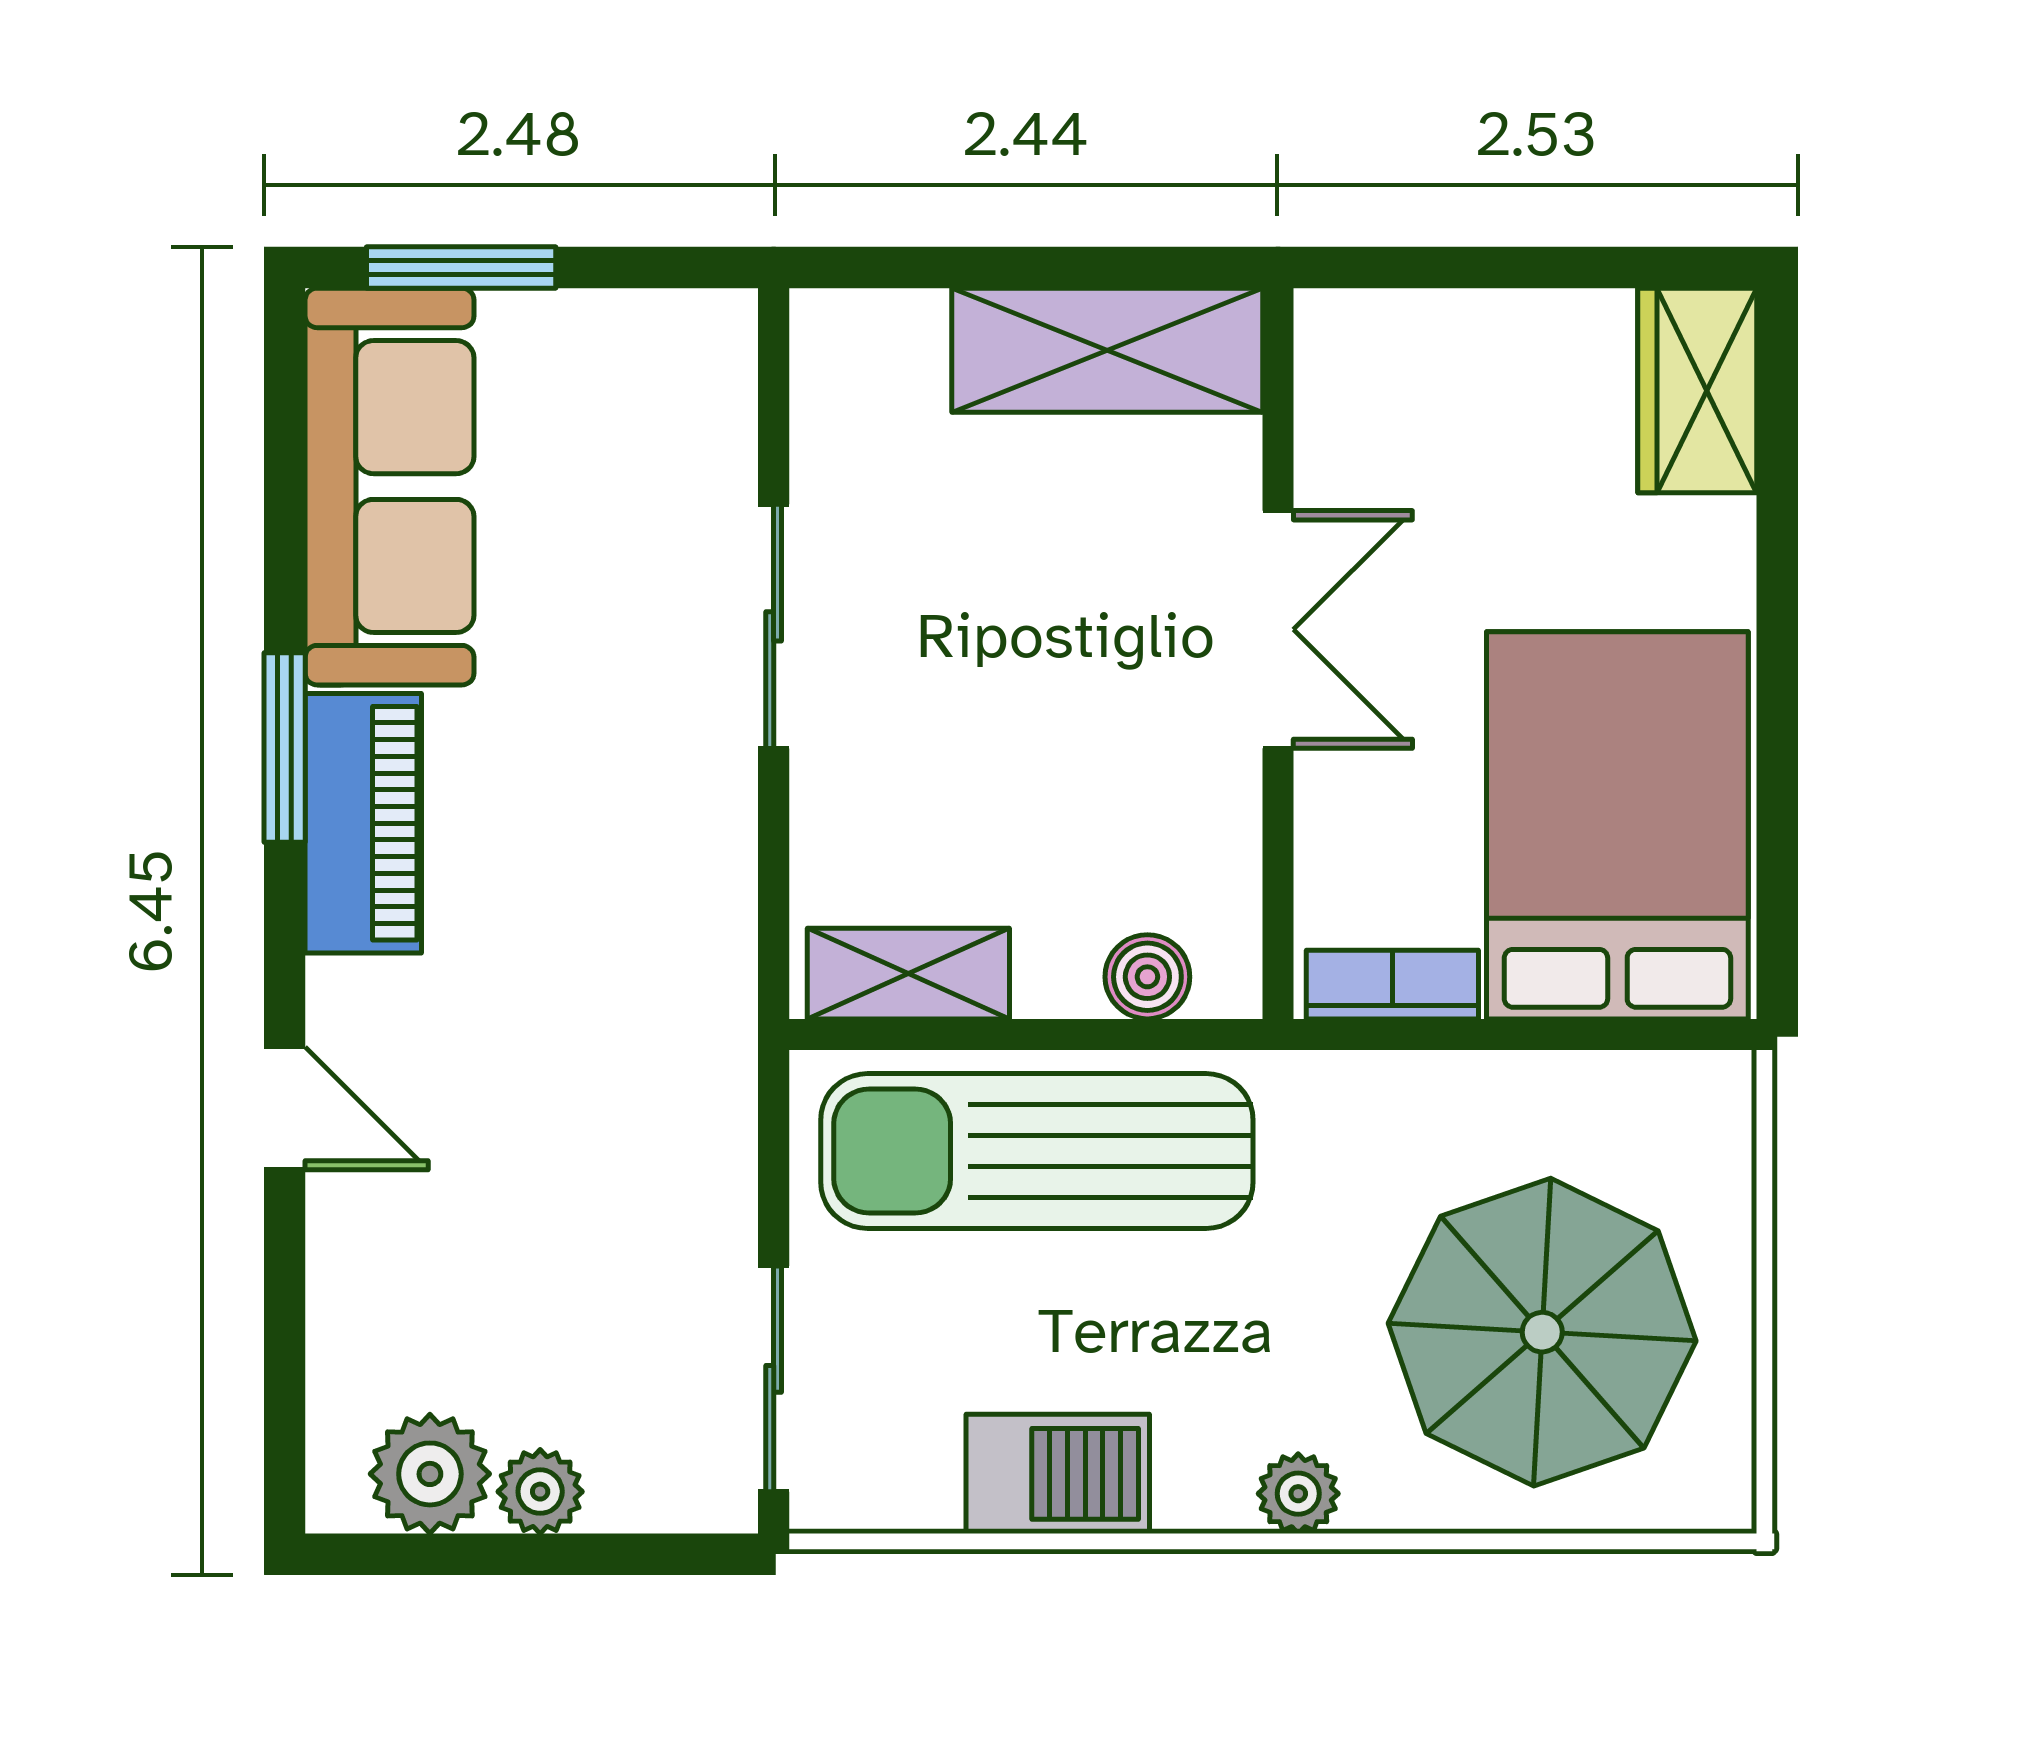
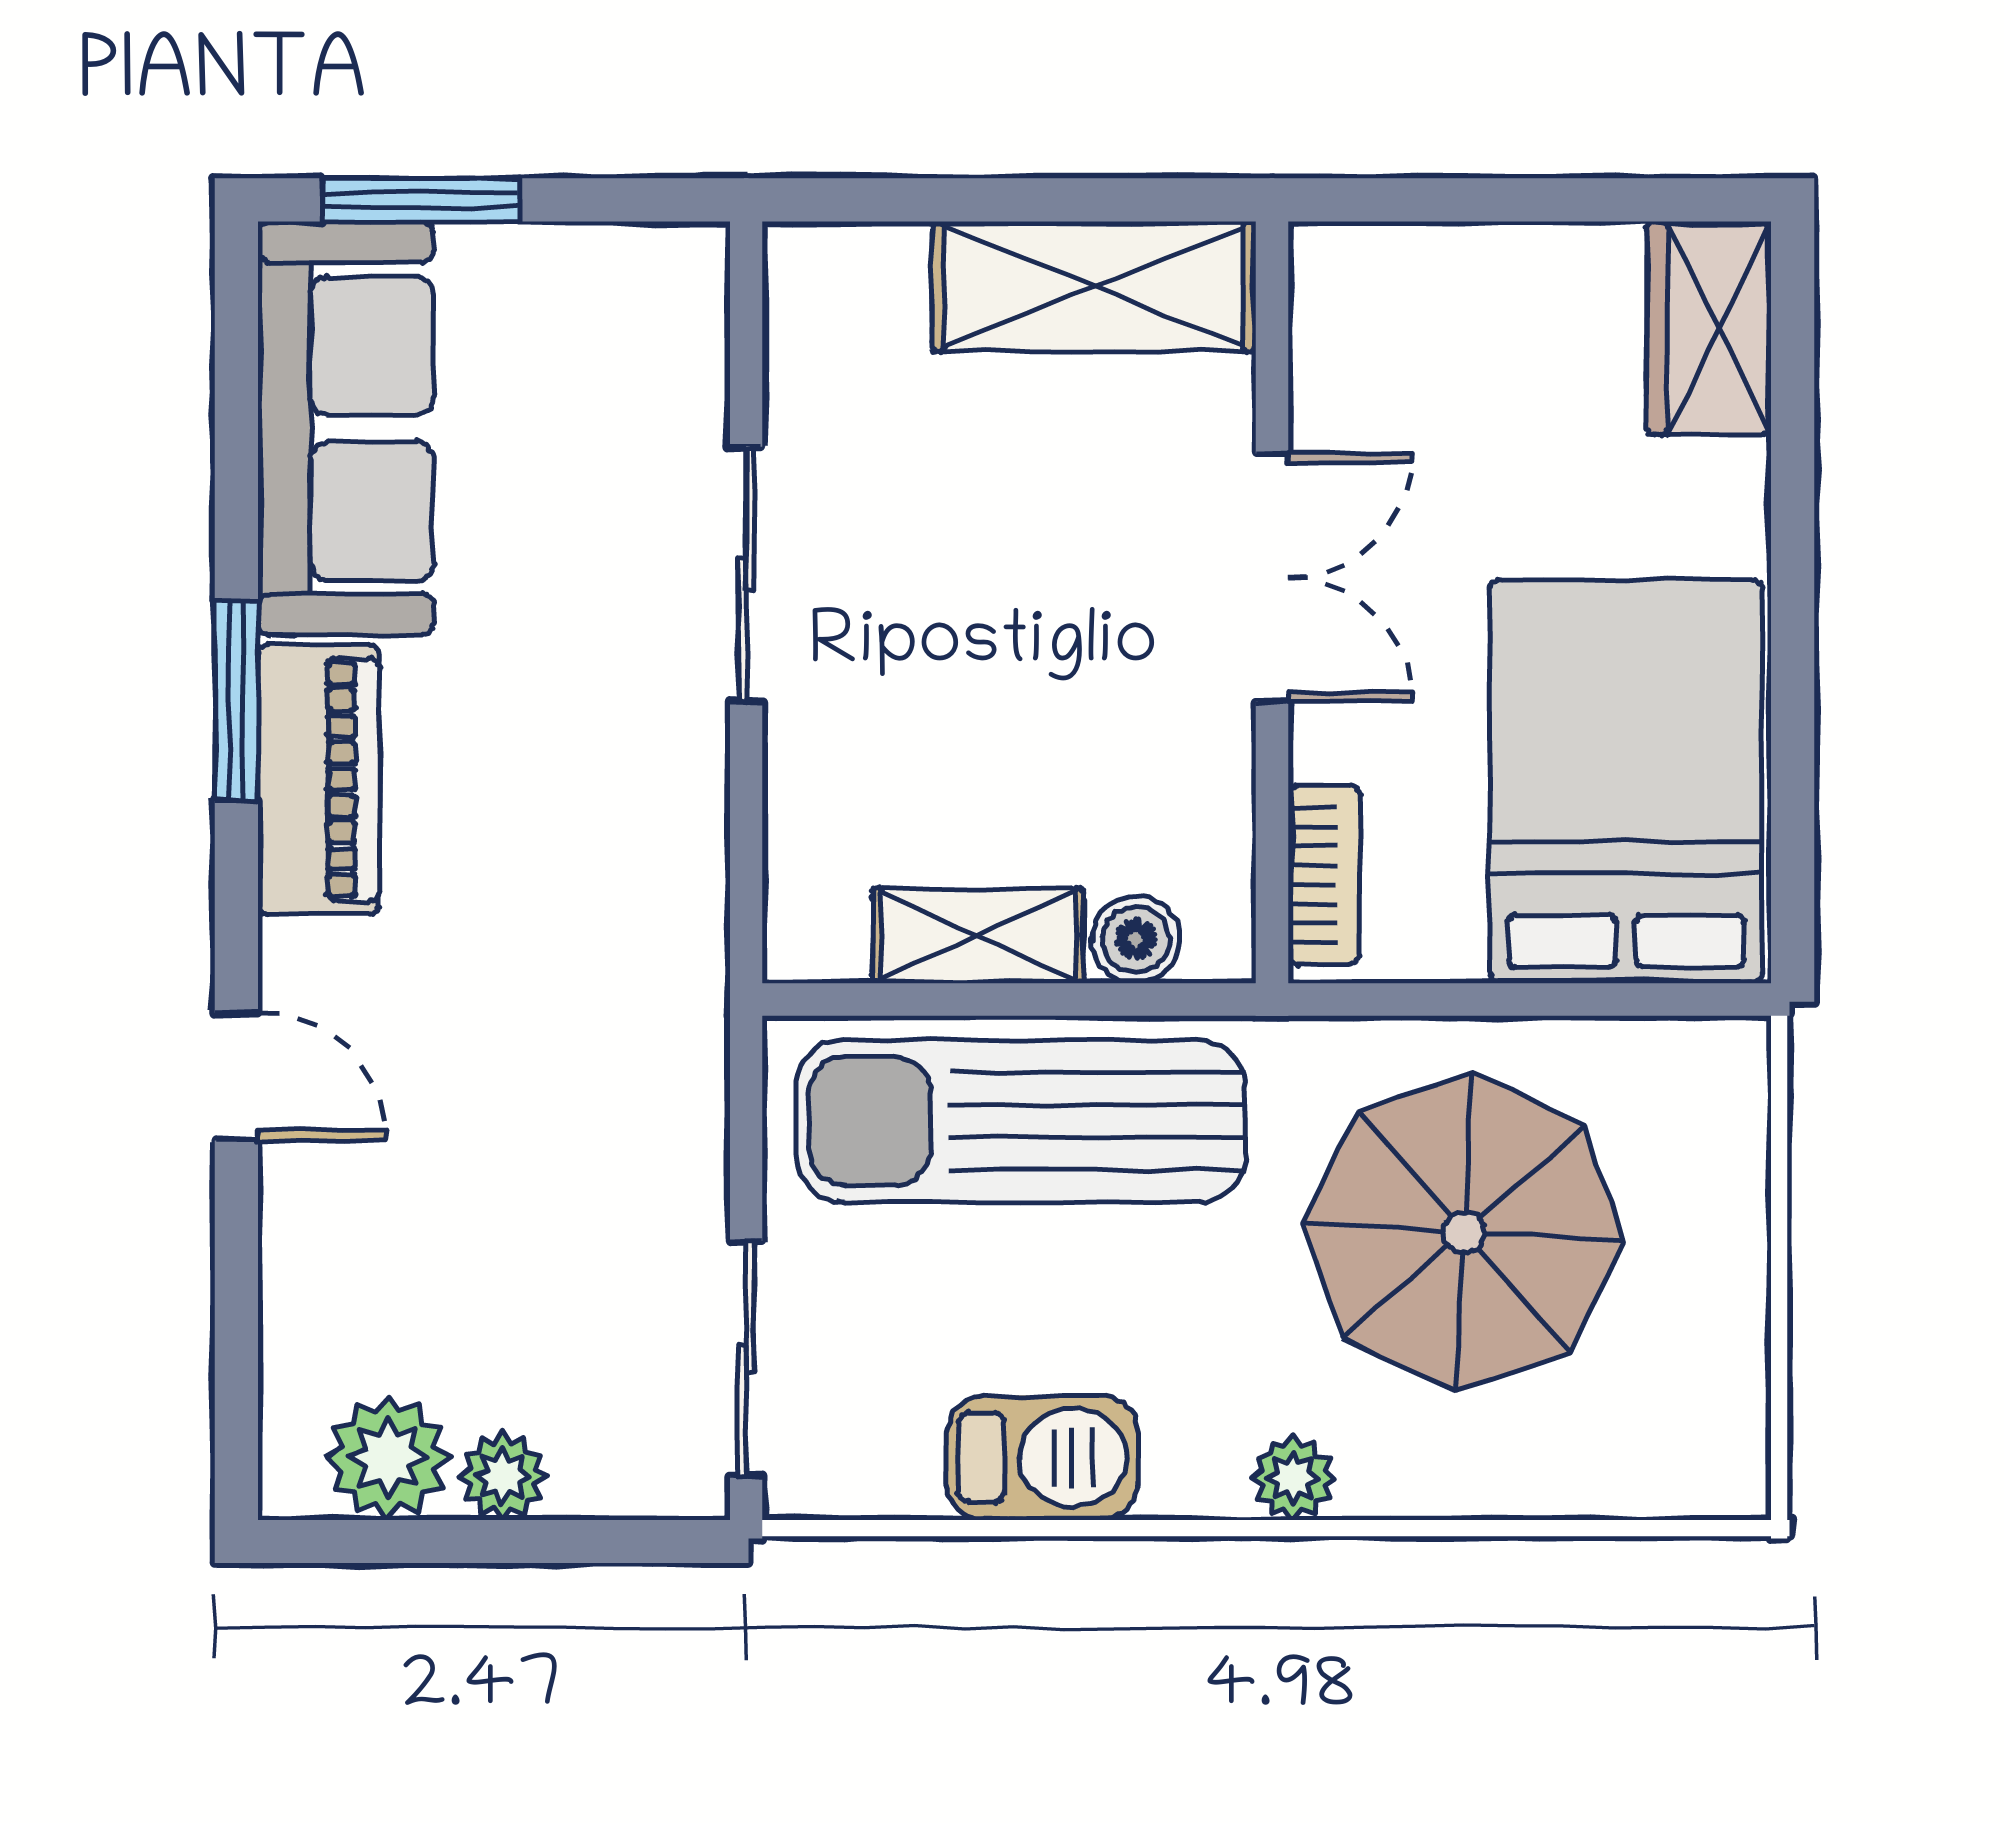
shelving: (908, 974) -> (978, 936), moved
bookcase: (1392, 985) -> (1324, 875), moved, turned 90
parasol: (1542, 1332) -> (1464, 1232), moved

